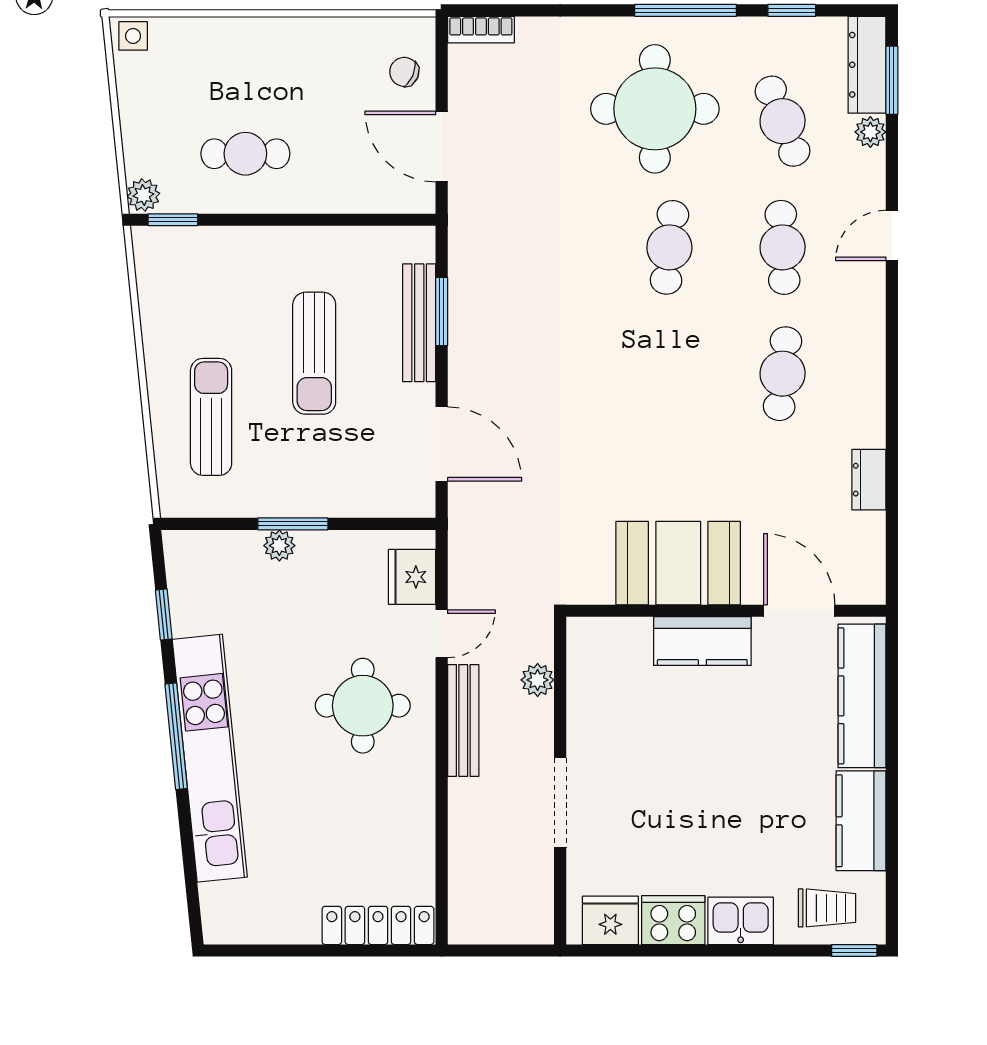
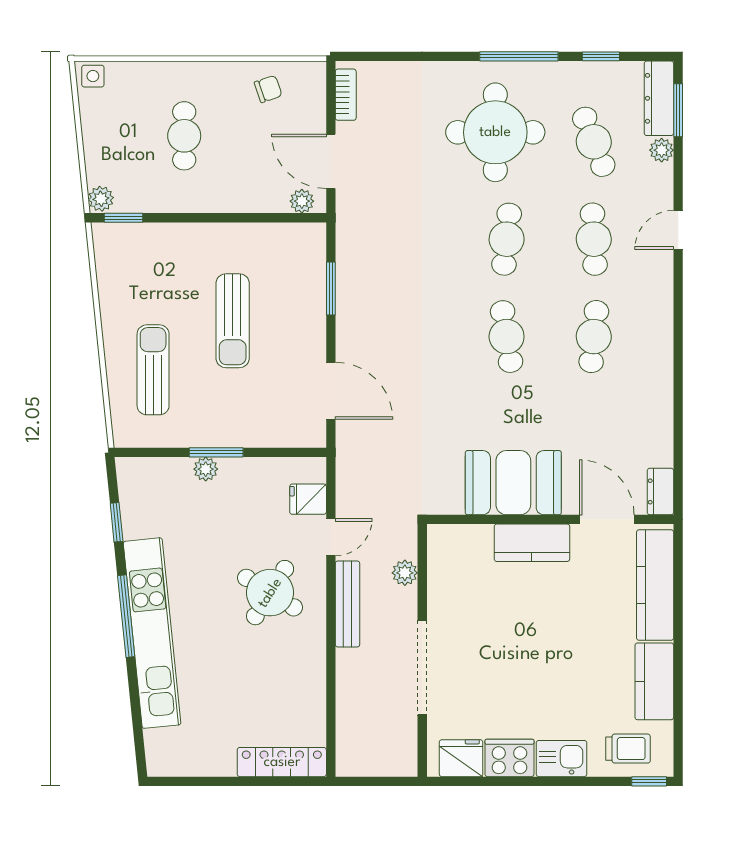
bookcase: (481, 30) -> (346, 95), moved, turned -90
chair: (404, 72) -> (268, 89), moved, turned 138
cafe table: (245, 154) -> (184, 136), moved, turned 90
plant: (404, 198) -> (302, 201), added
bench: (419, 323) -> (314, 297), removed
cafe table: (669, 374) -> (507, 337), added
dresser: (869, 480) -> (660, 491), moved
fridge: (412, 577) -> (308, 499), width x0.72
round table: (363, 706) -> (270, 593), turned 32
doorway: (560, 803) -> (422, 667), width x1.36

